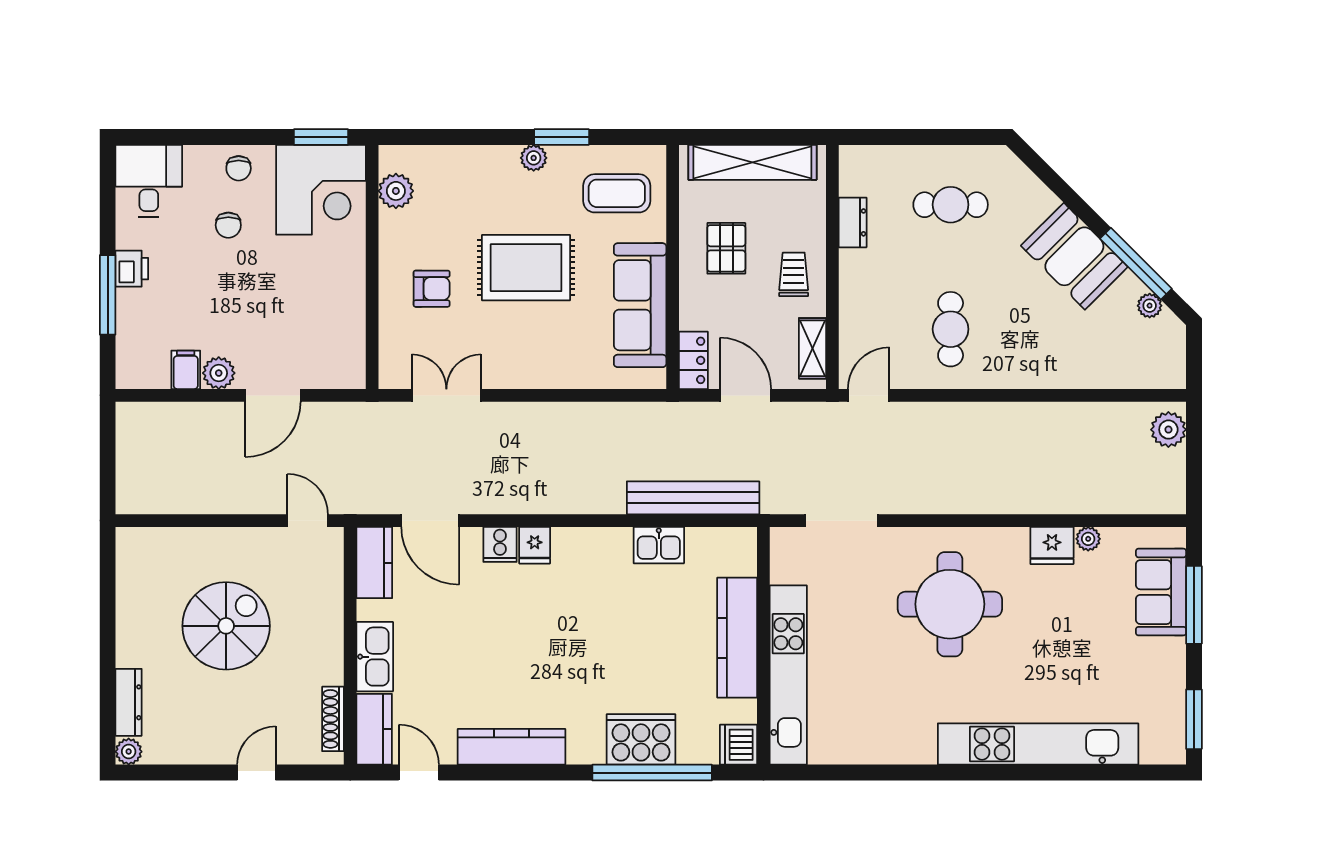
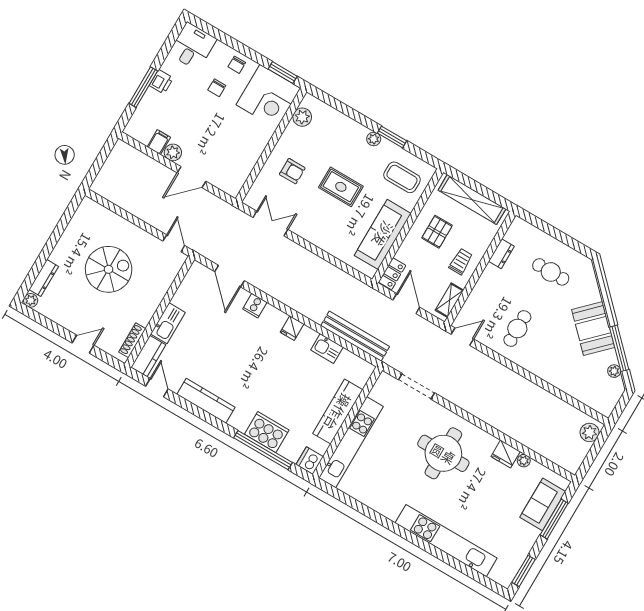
rug: (526, 268) -> (341, 187), width x0.73, depth x0.70
fridge: (535, 545) -> (292, 328), moved
kitchen counter: (374, 563) -> (193, 280), removed

